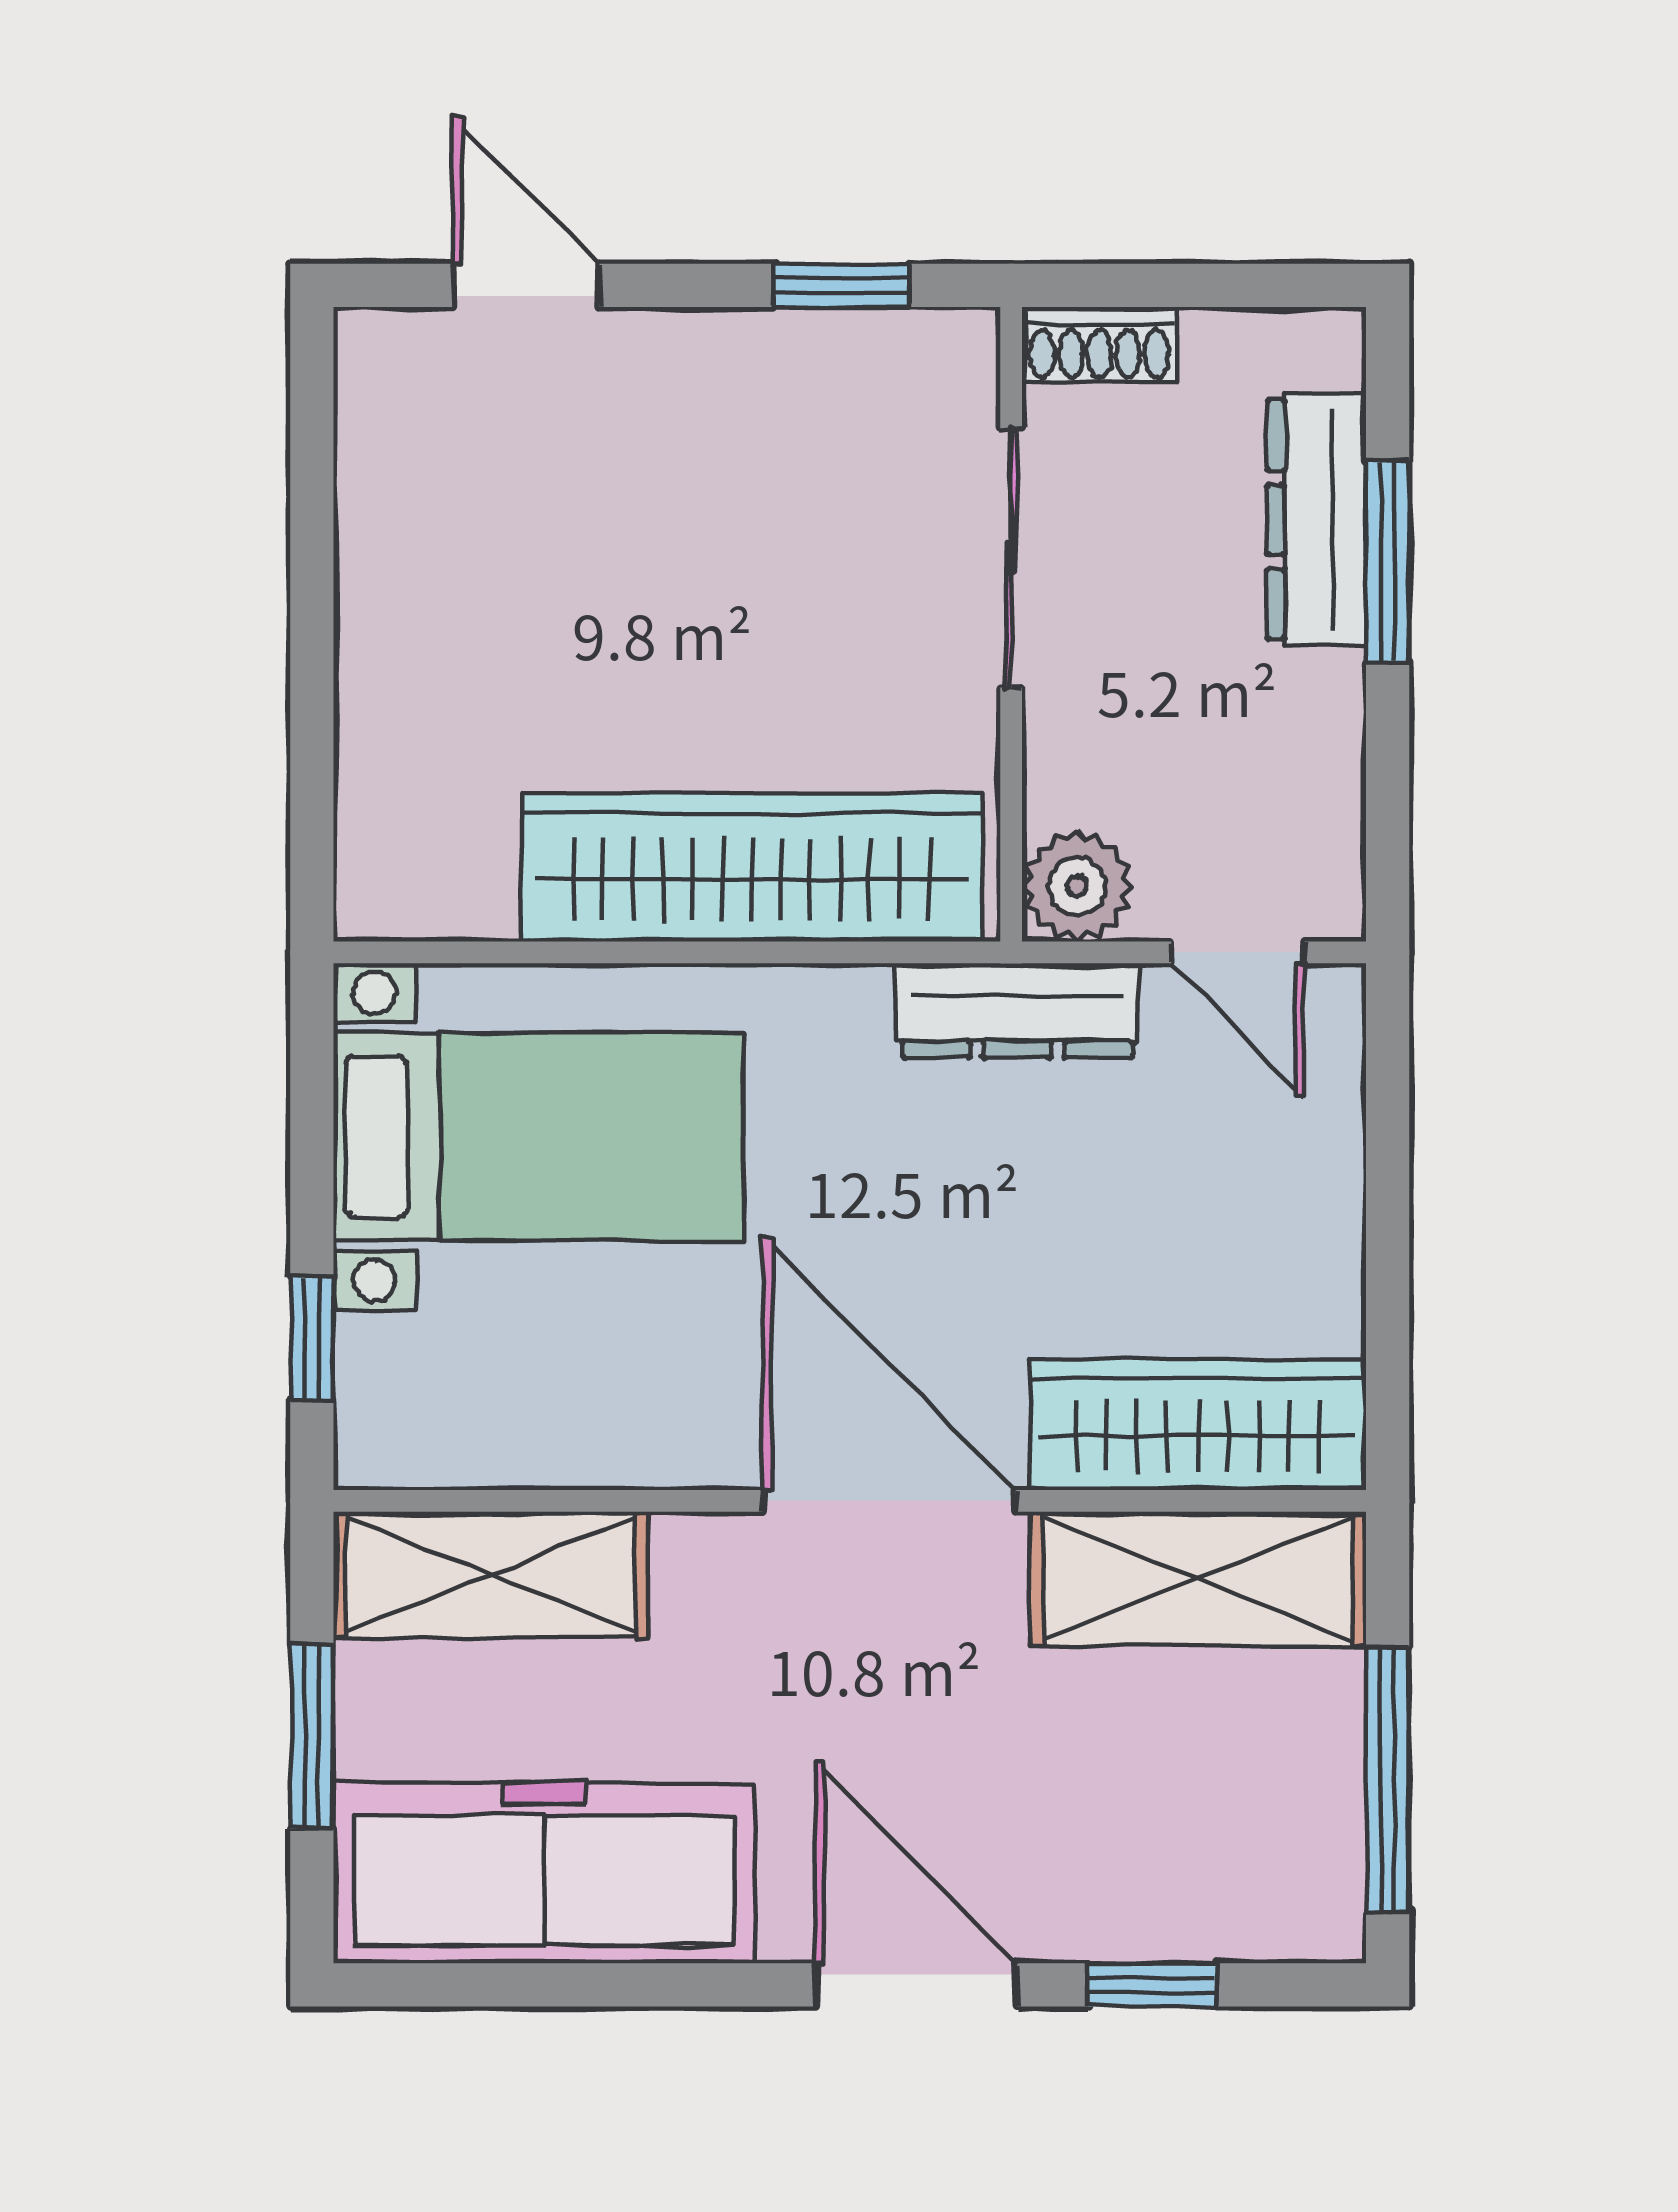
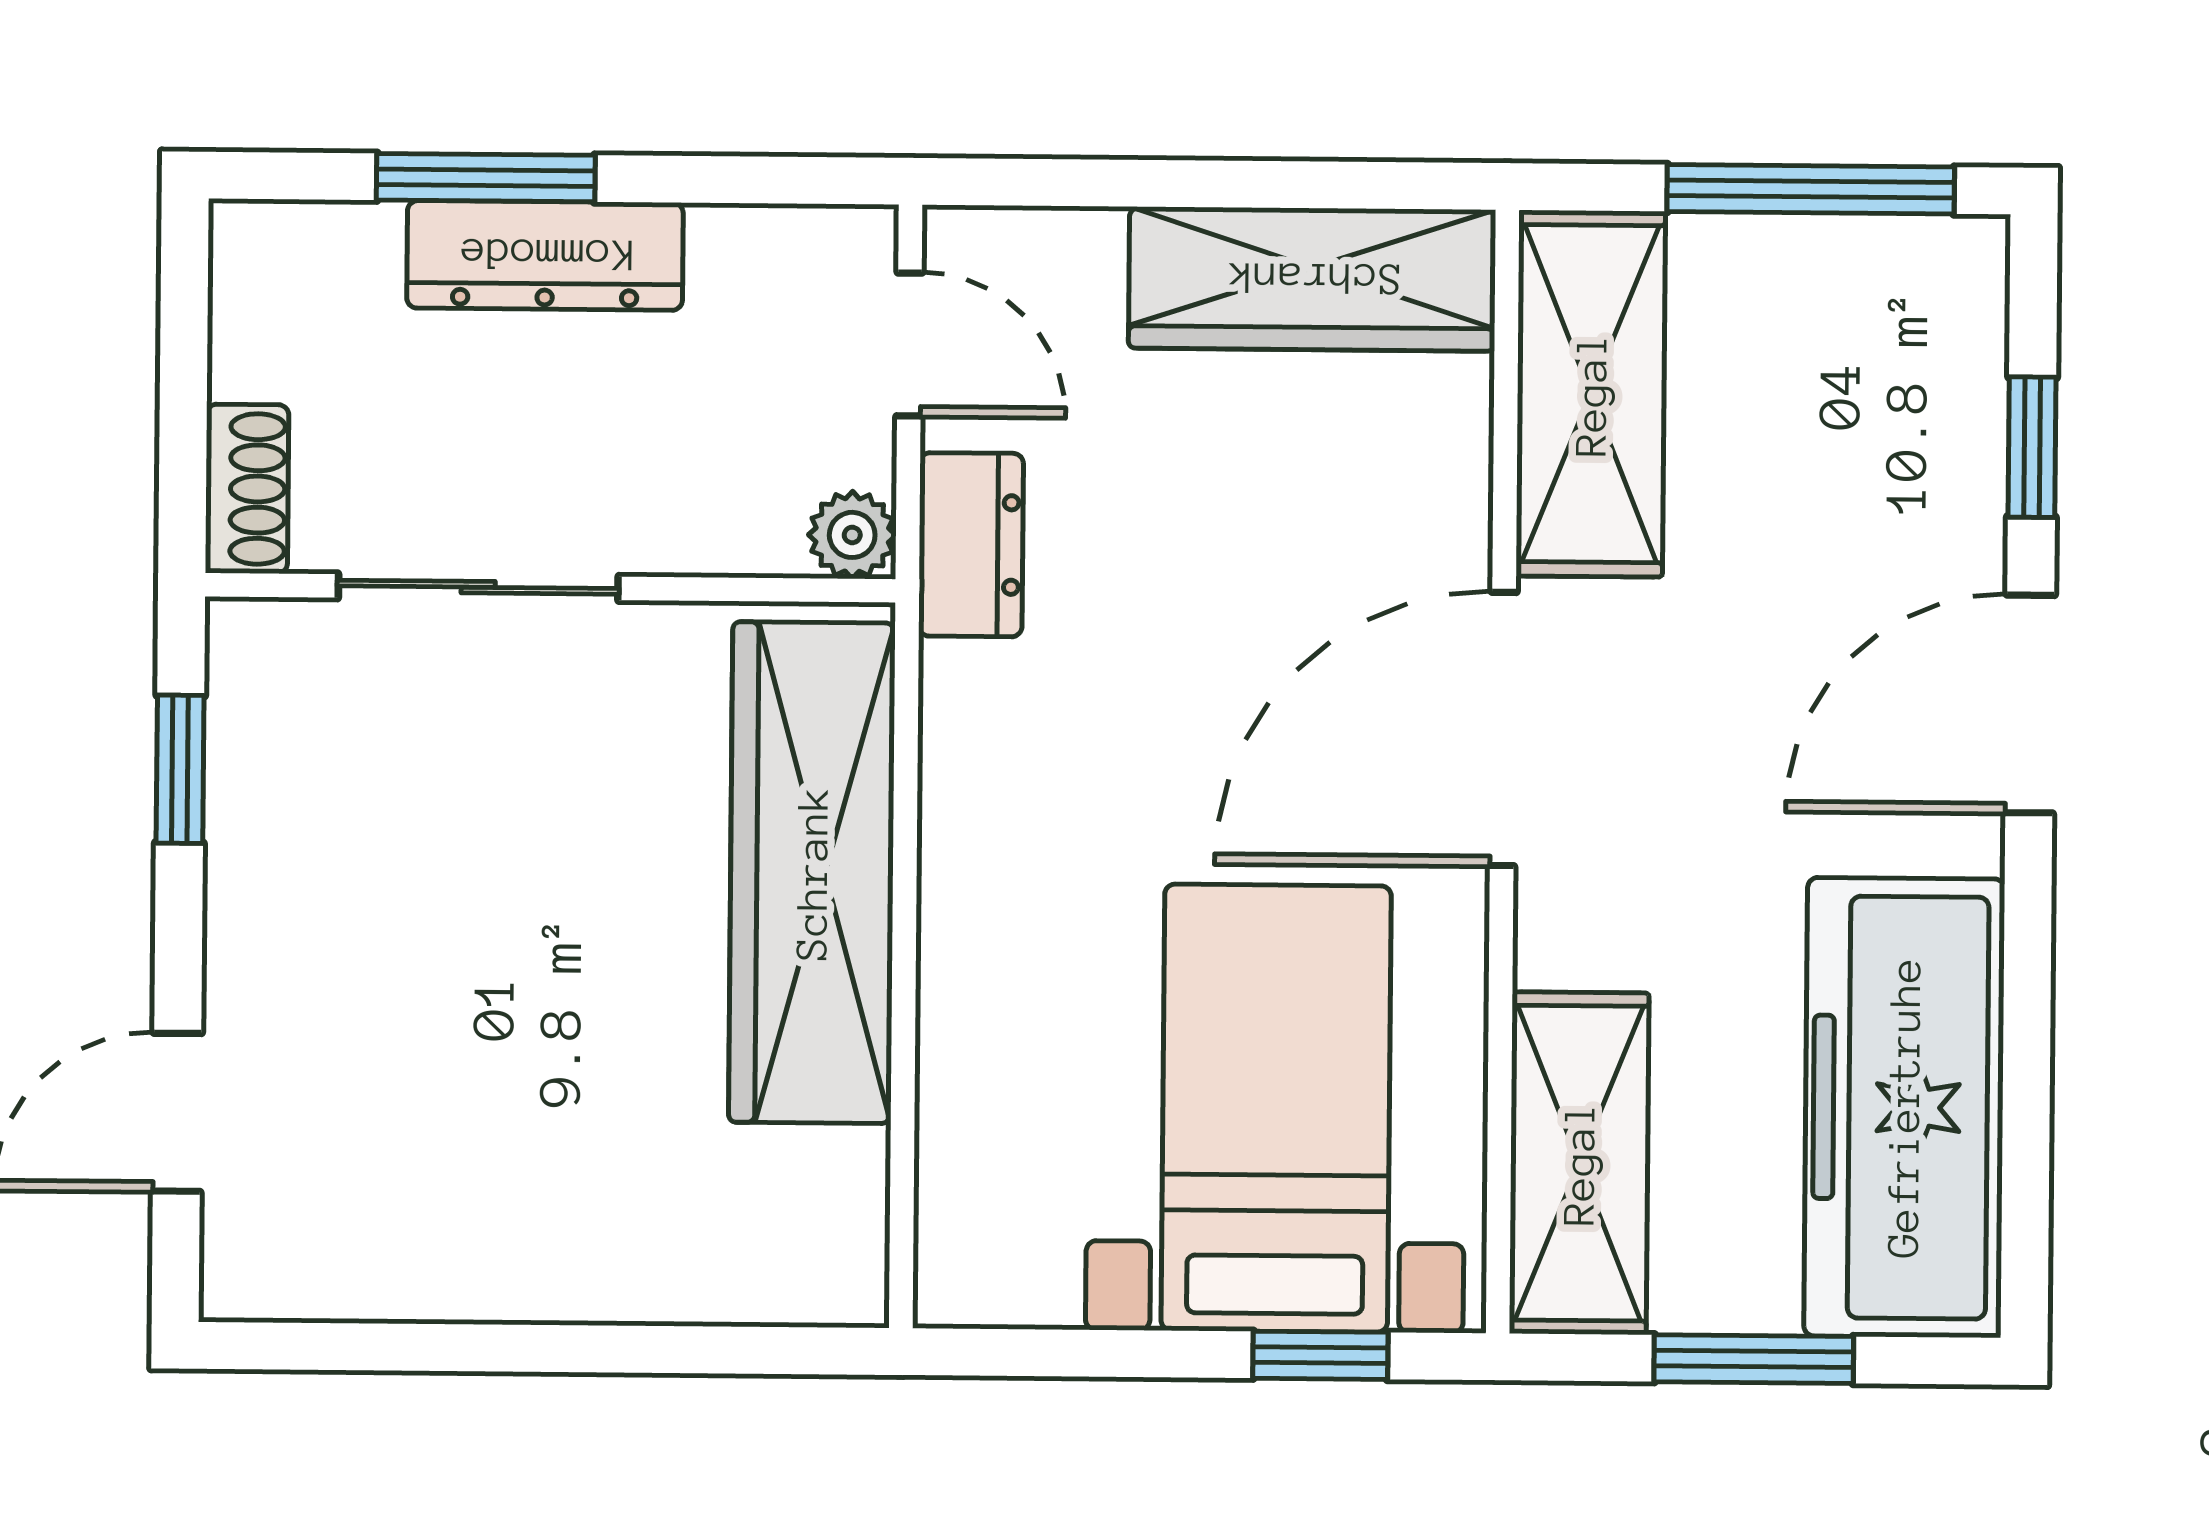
dresser: (1317, 520) -> (545, 255), moved
plant: (1077, 886) -> (852, 535), width x0.73, depth x0.73
door: (1238, 952) -> (909, 344), hinge flipped
dresser: (1017, 1011) -> (971, 545), width x0.70
bed with nightstands: (539, 1137) -> (1276, 1108), moved
wardrobe: (1198, 1425) -> (1312, 279), moved, turned -90

